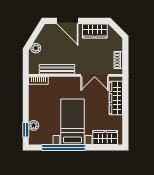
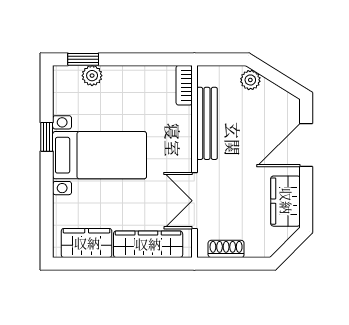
wardrobe: (105, 137) -> (87, 243), moved, turned -90
window: (64, 148) -> (47, 137), width x0.32

